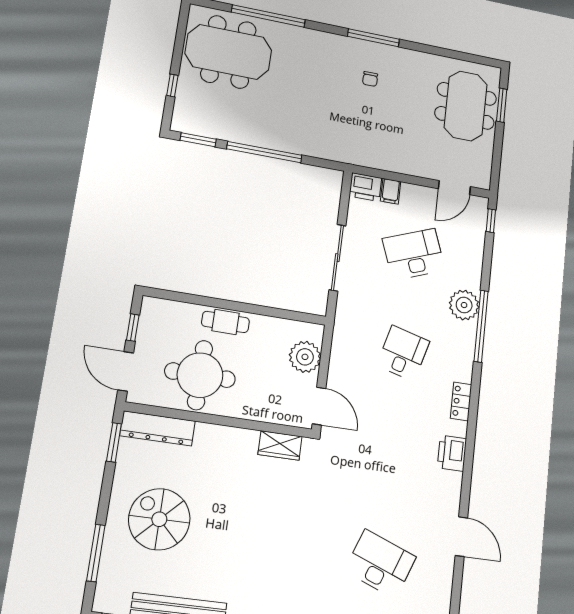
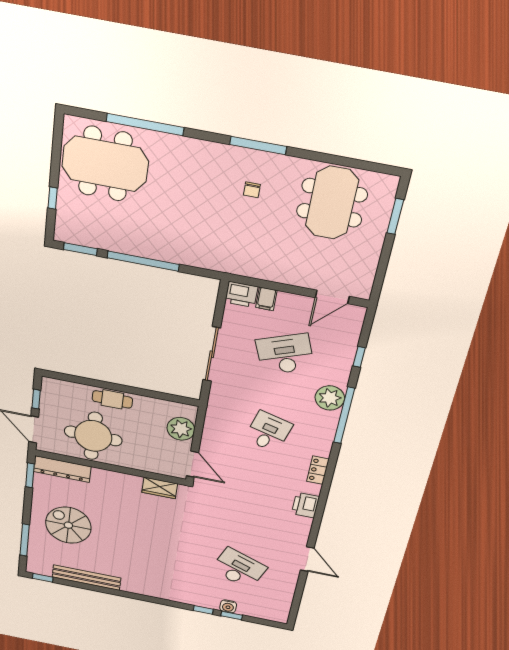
meeting table: (466, 106) -> (332, 203), moved
window: (491, 221) -> (359, 357), moved

